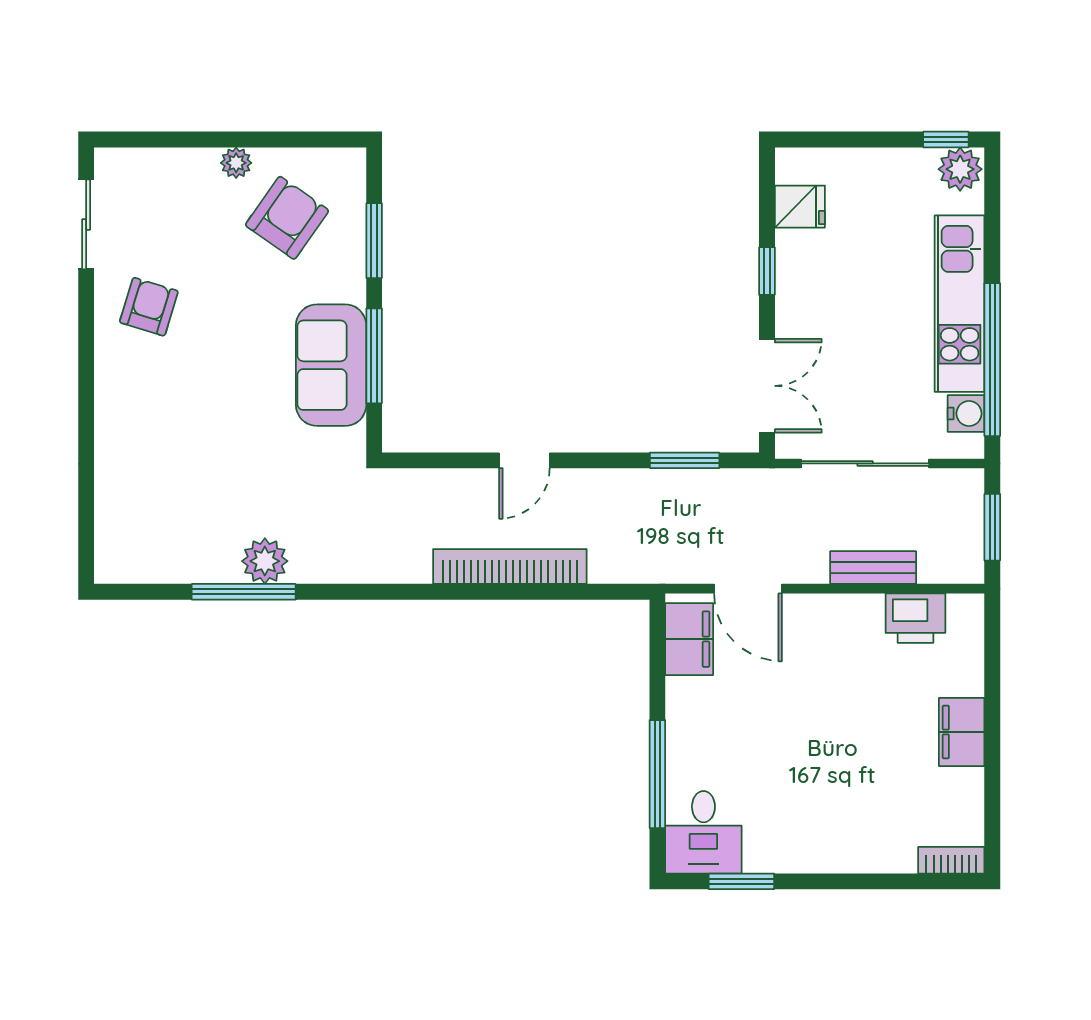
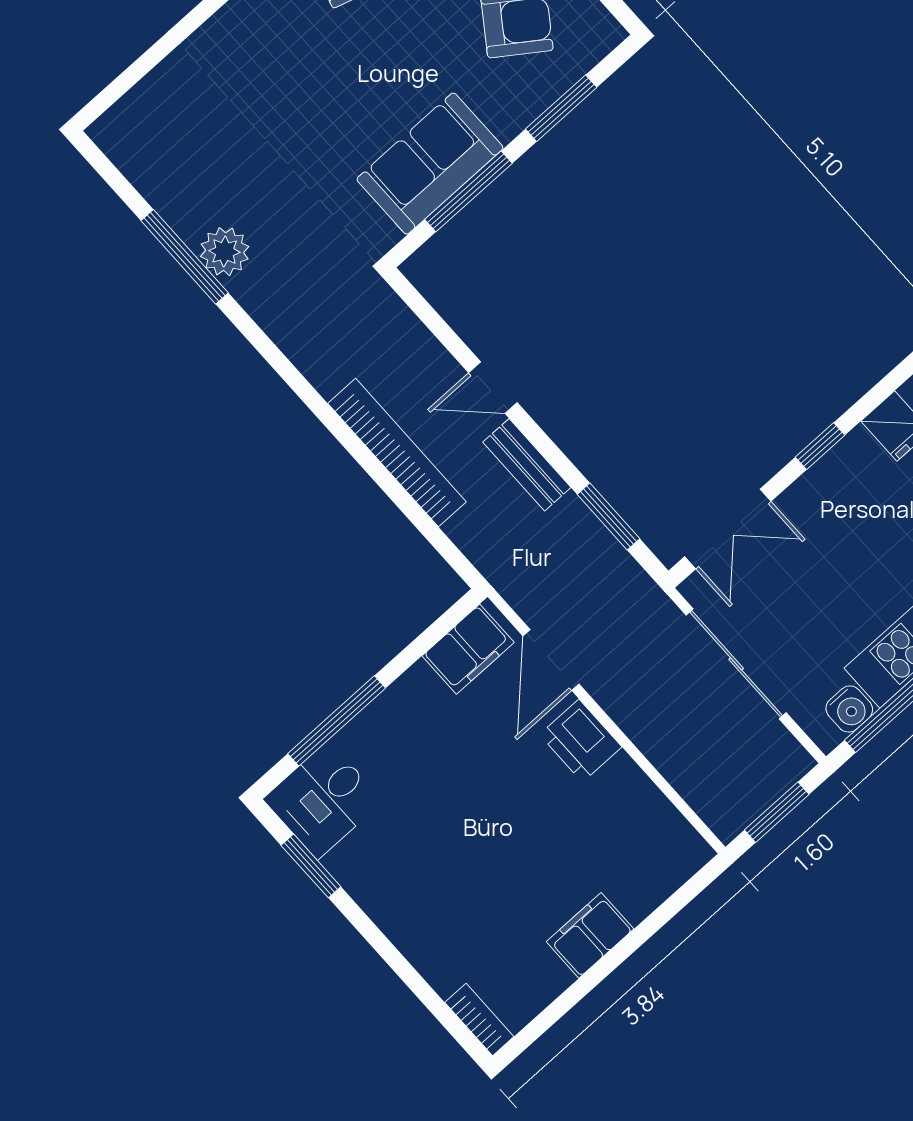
bench: (873, 568) -> (527, 465), moved
printer: (915, 618) -> (581, 741), moved

